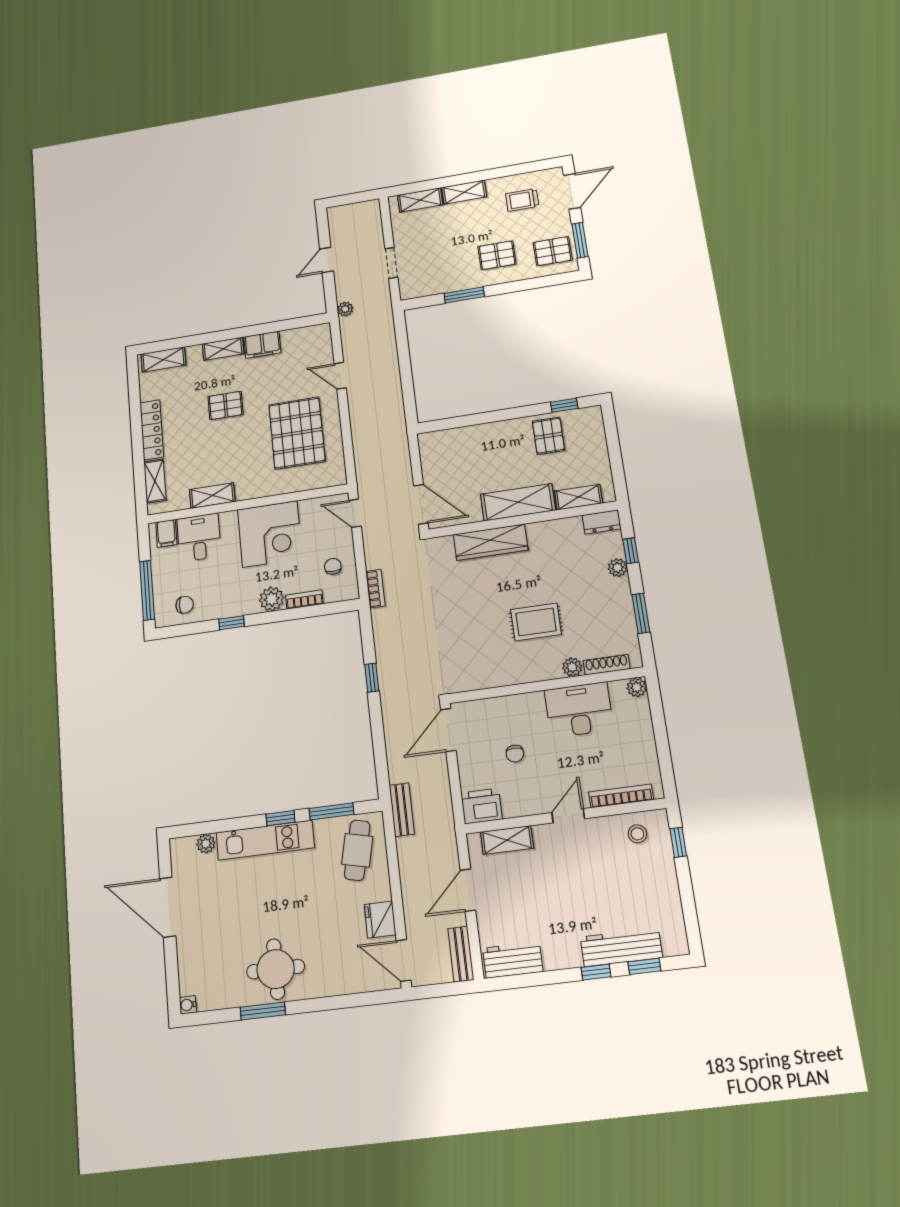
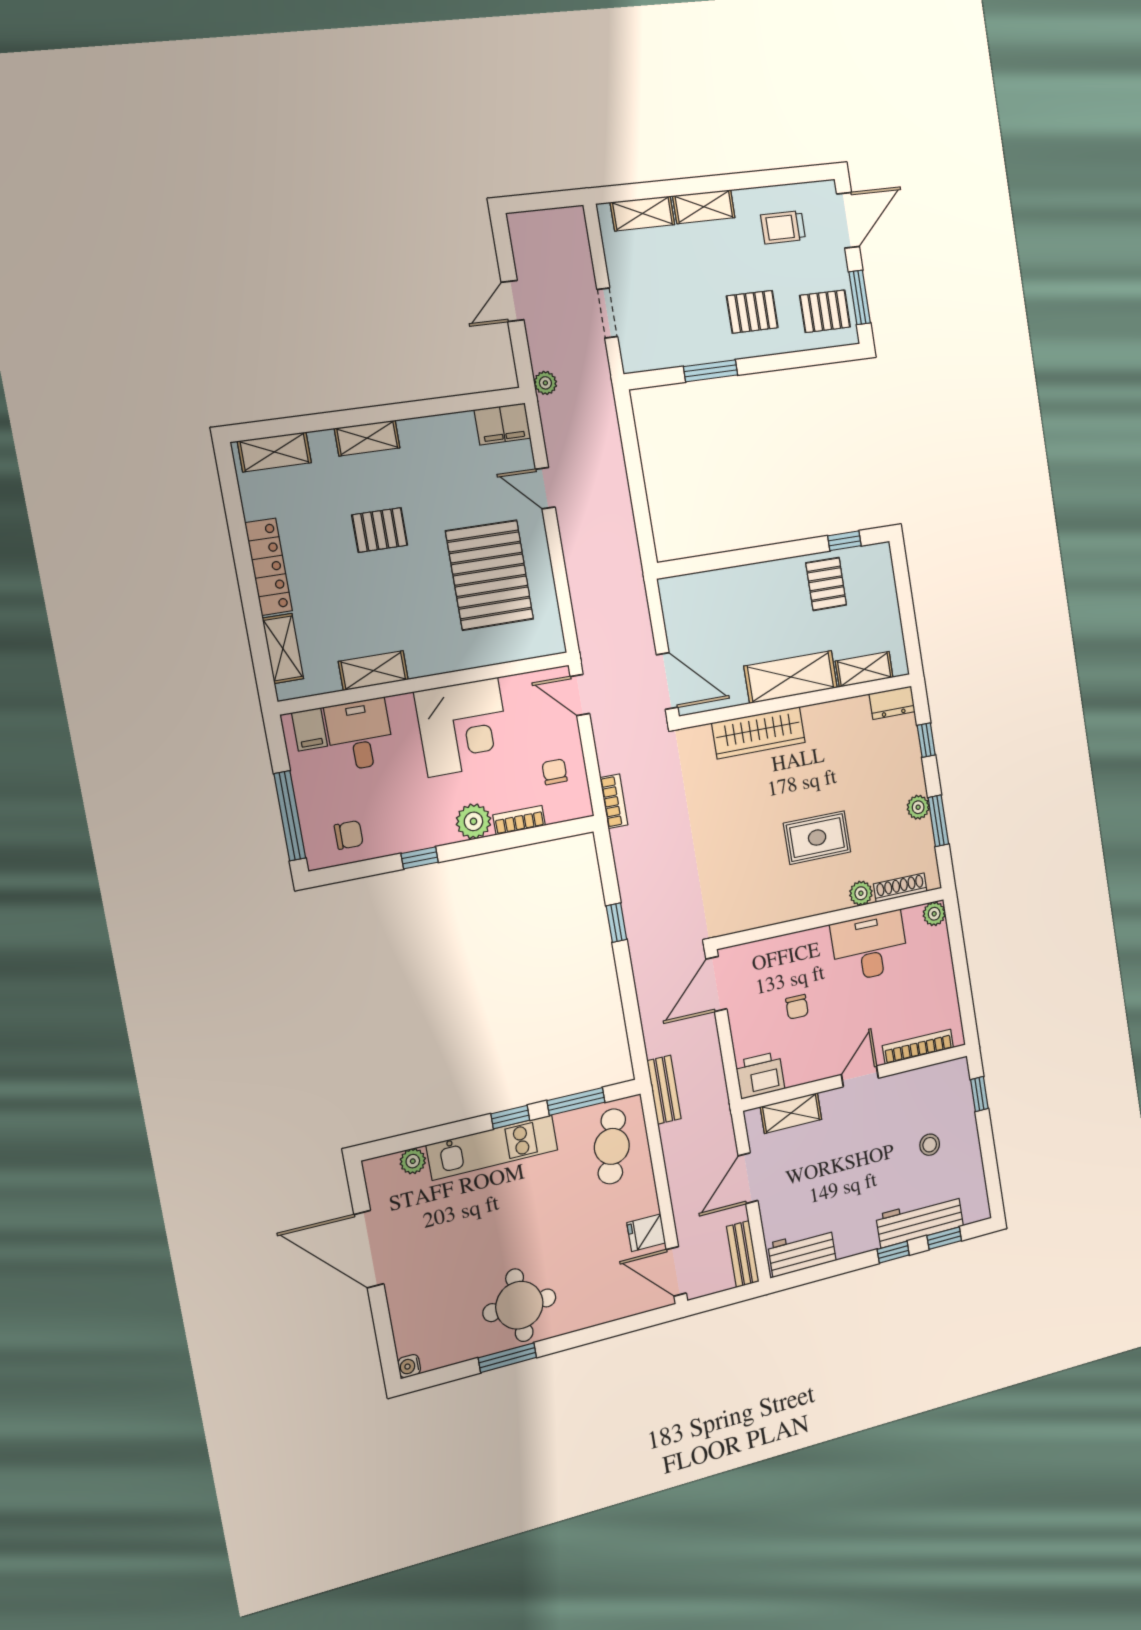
filing cabinet: (262, 345) -> (502, 424), moved
plant: (618, 568) -> (918, 807), moved
stool: (637, 834) -> (930, 1145), moved
fridge: (380, 920) -> (646, 1233), width x0.72

